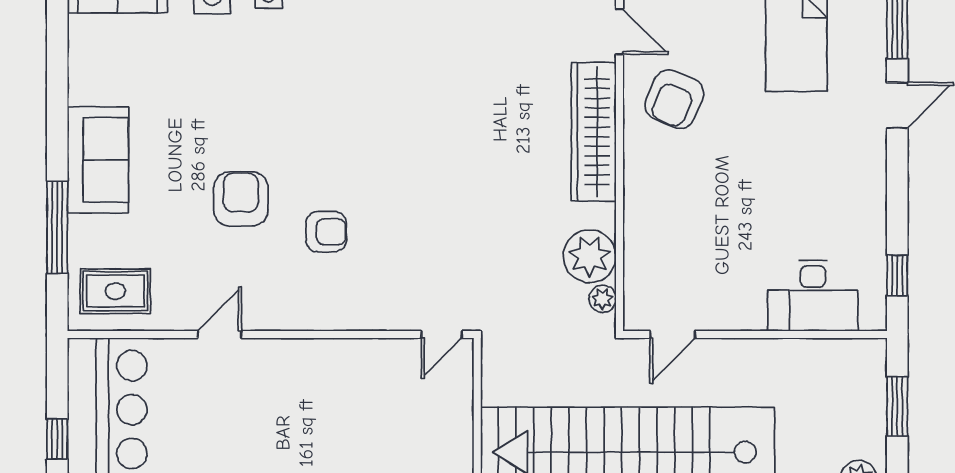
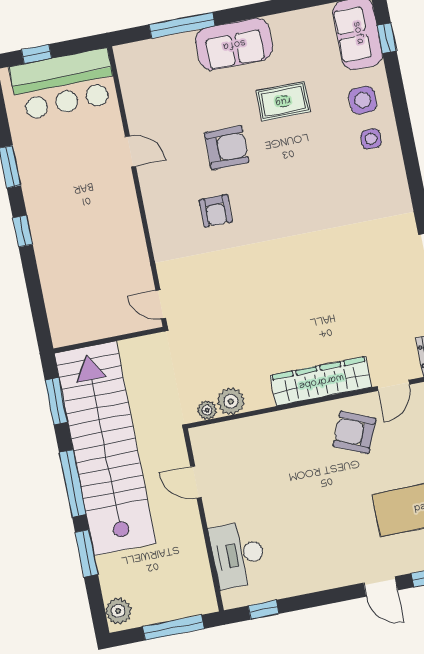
plant: (590, 256) -> (231, 401), width x0.73, depth x0.73
rug: (115, 291) -> (283, 101), moved, turned 90
door: (673, 334) -> (196, 482), moved
window: (897, 406) -> (173, 628), width x1.44

